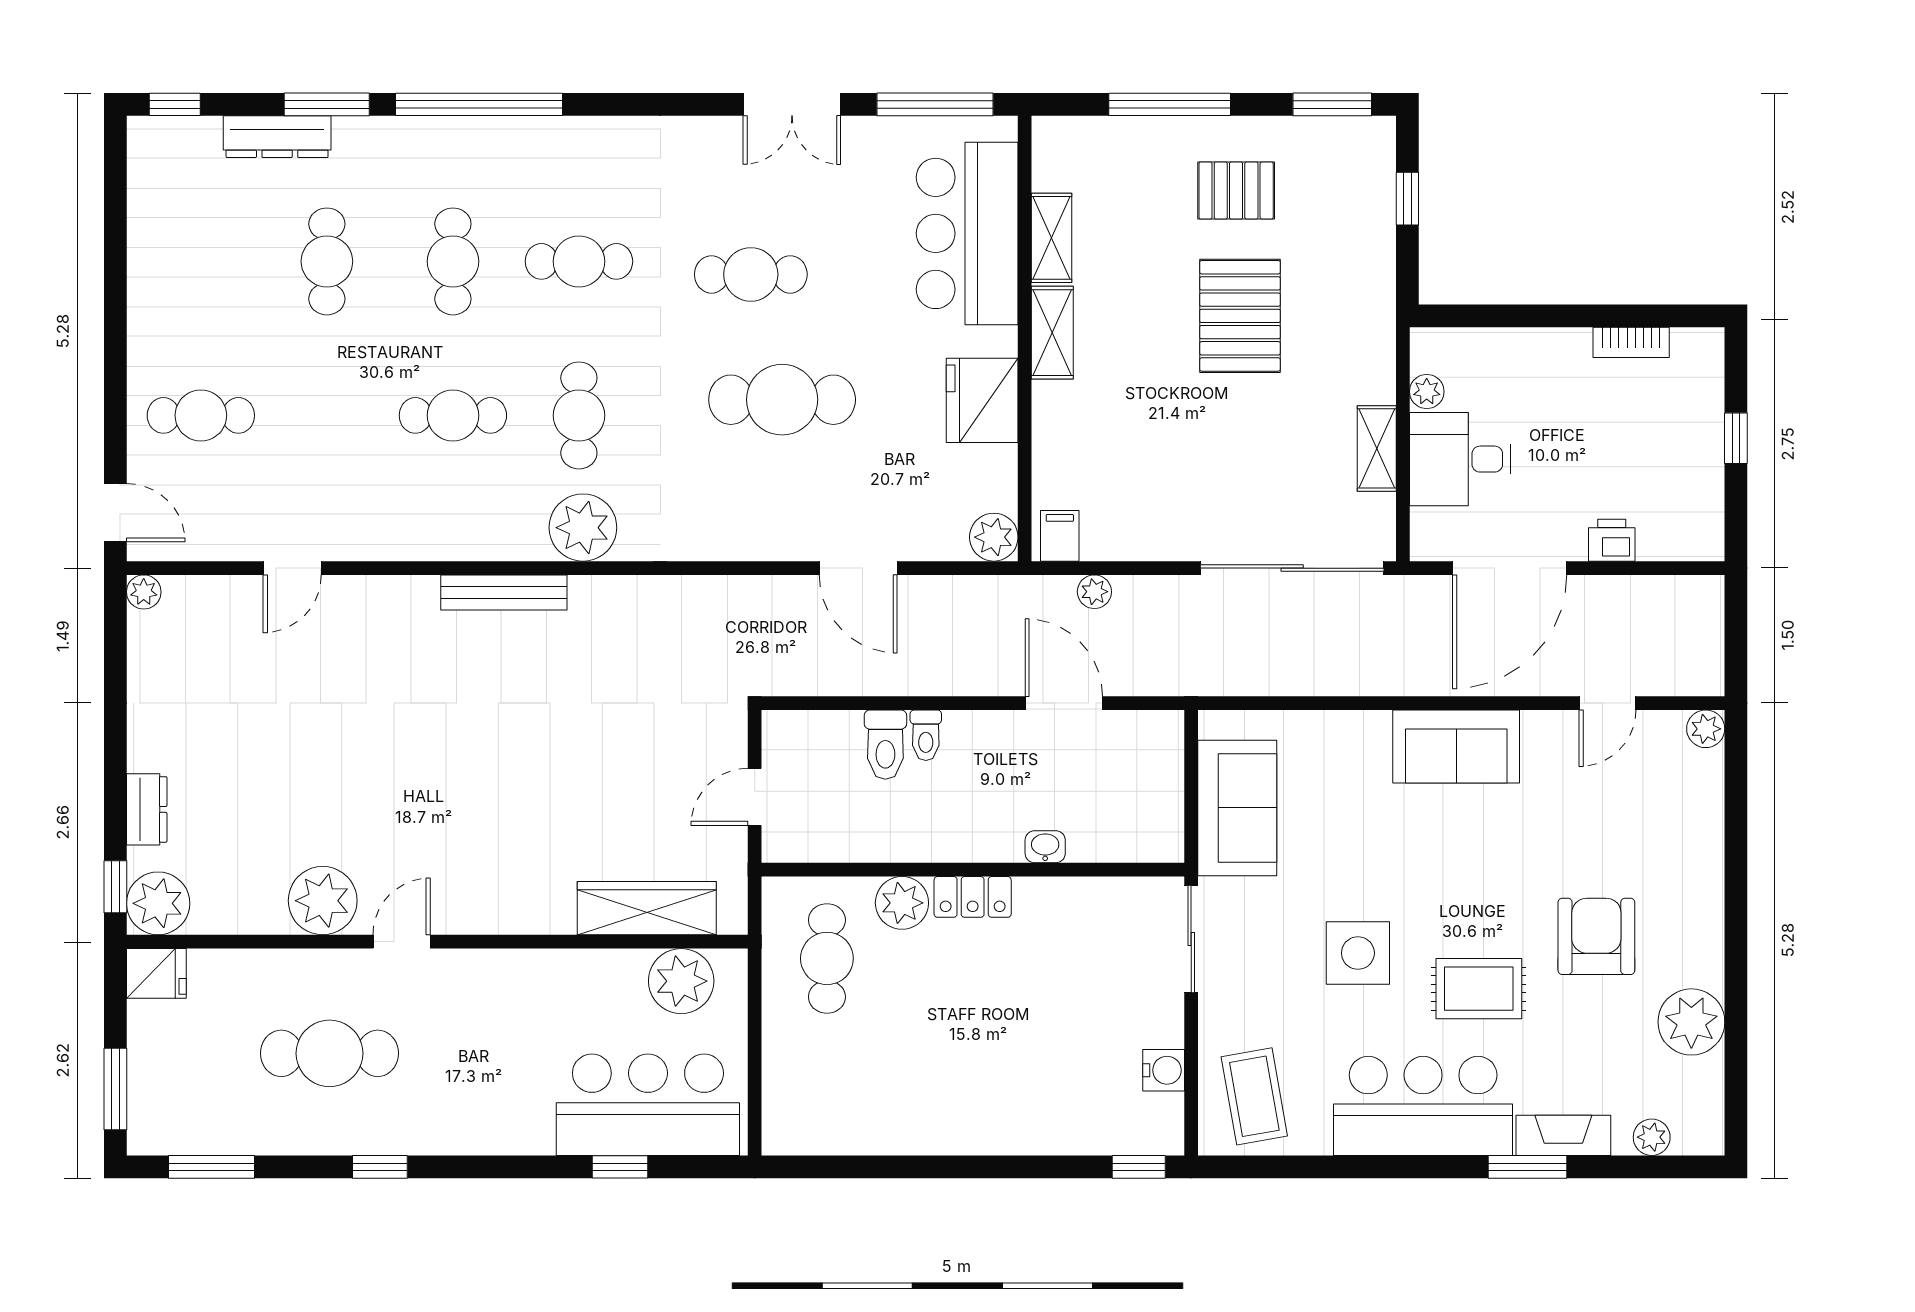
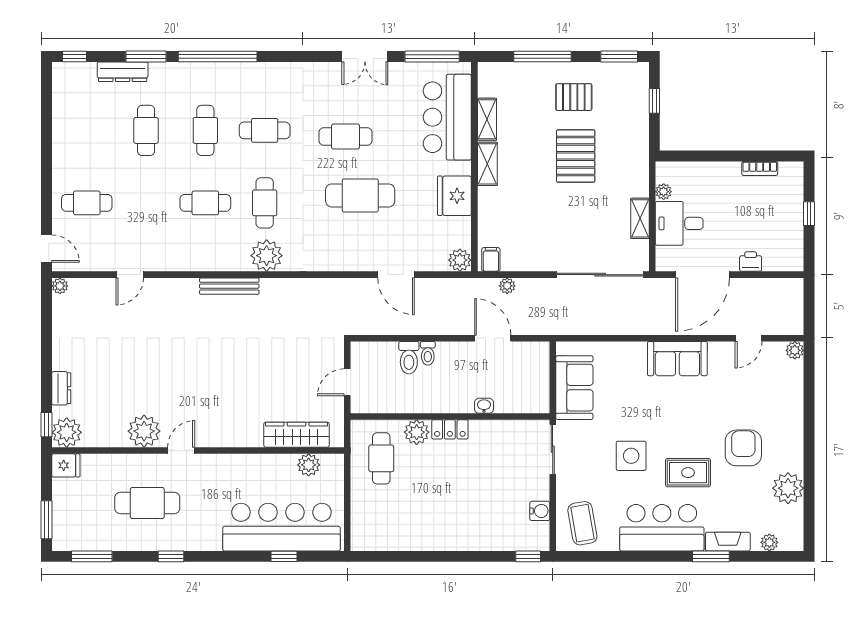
plant: (681, 981) -> (309, 465), width x0.73, depth x0.73
bar counter: (648, 1105) -> (281, 527), width x1.36

